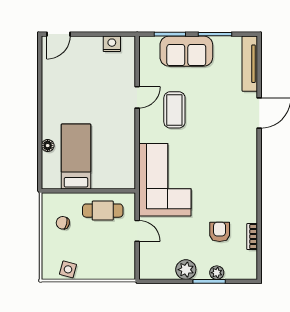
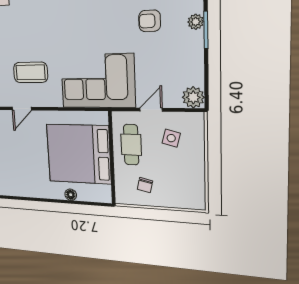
door: (137, 97) -> (22, 109), swing flipped
bed: (76, 157) -> (79, 154), width x2.04
side table: (68, 269) -> (171, 138), moved
plant: (186, 270) -> (193, 97), moved

